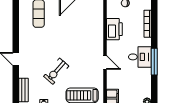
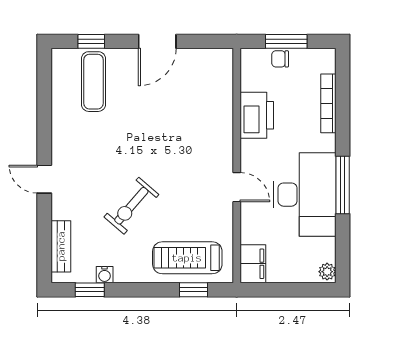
desk: (140, 57) -> (304, 195), width x1.87, depth x1.30

